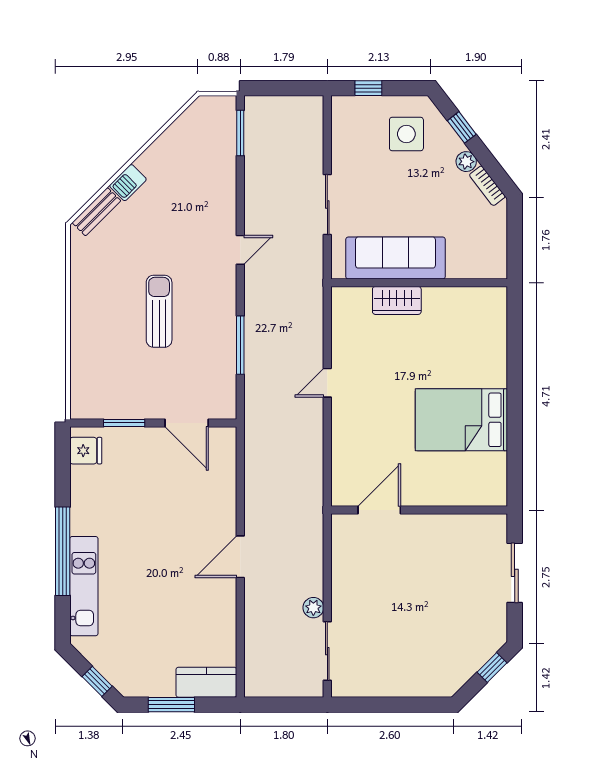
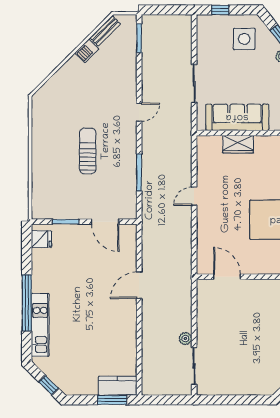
barbecue: (128, 183) -> (87, 51), moved
bench: (96, 212) -> (105, 31), moved
door: (379, 510) -> (227, 277), hinge flipped
door: (240, 557) -> (139, 285), moved
window: (171, 705) -> (112, 400), moved

